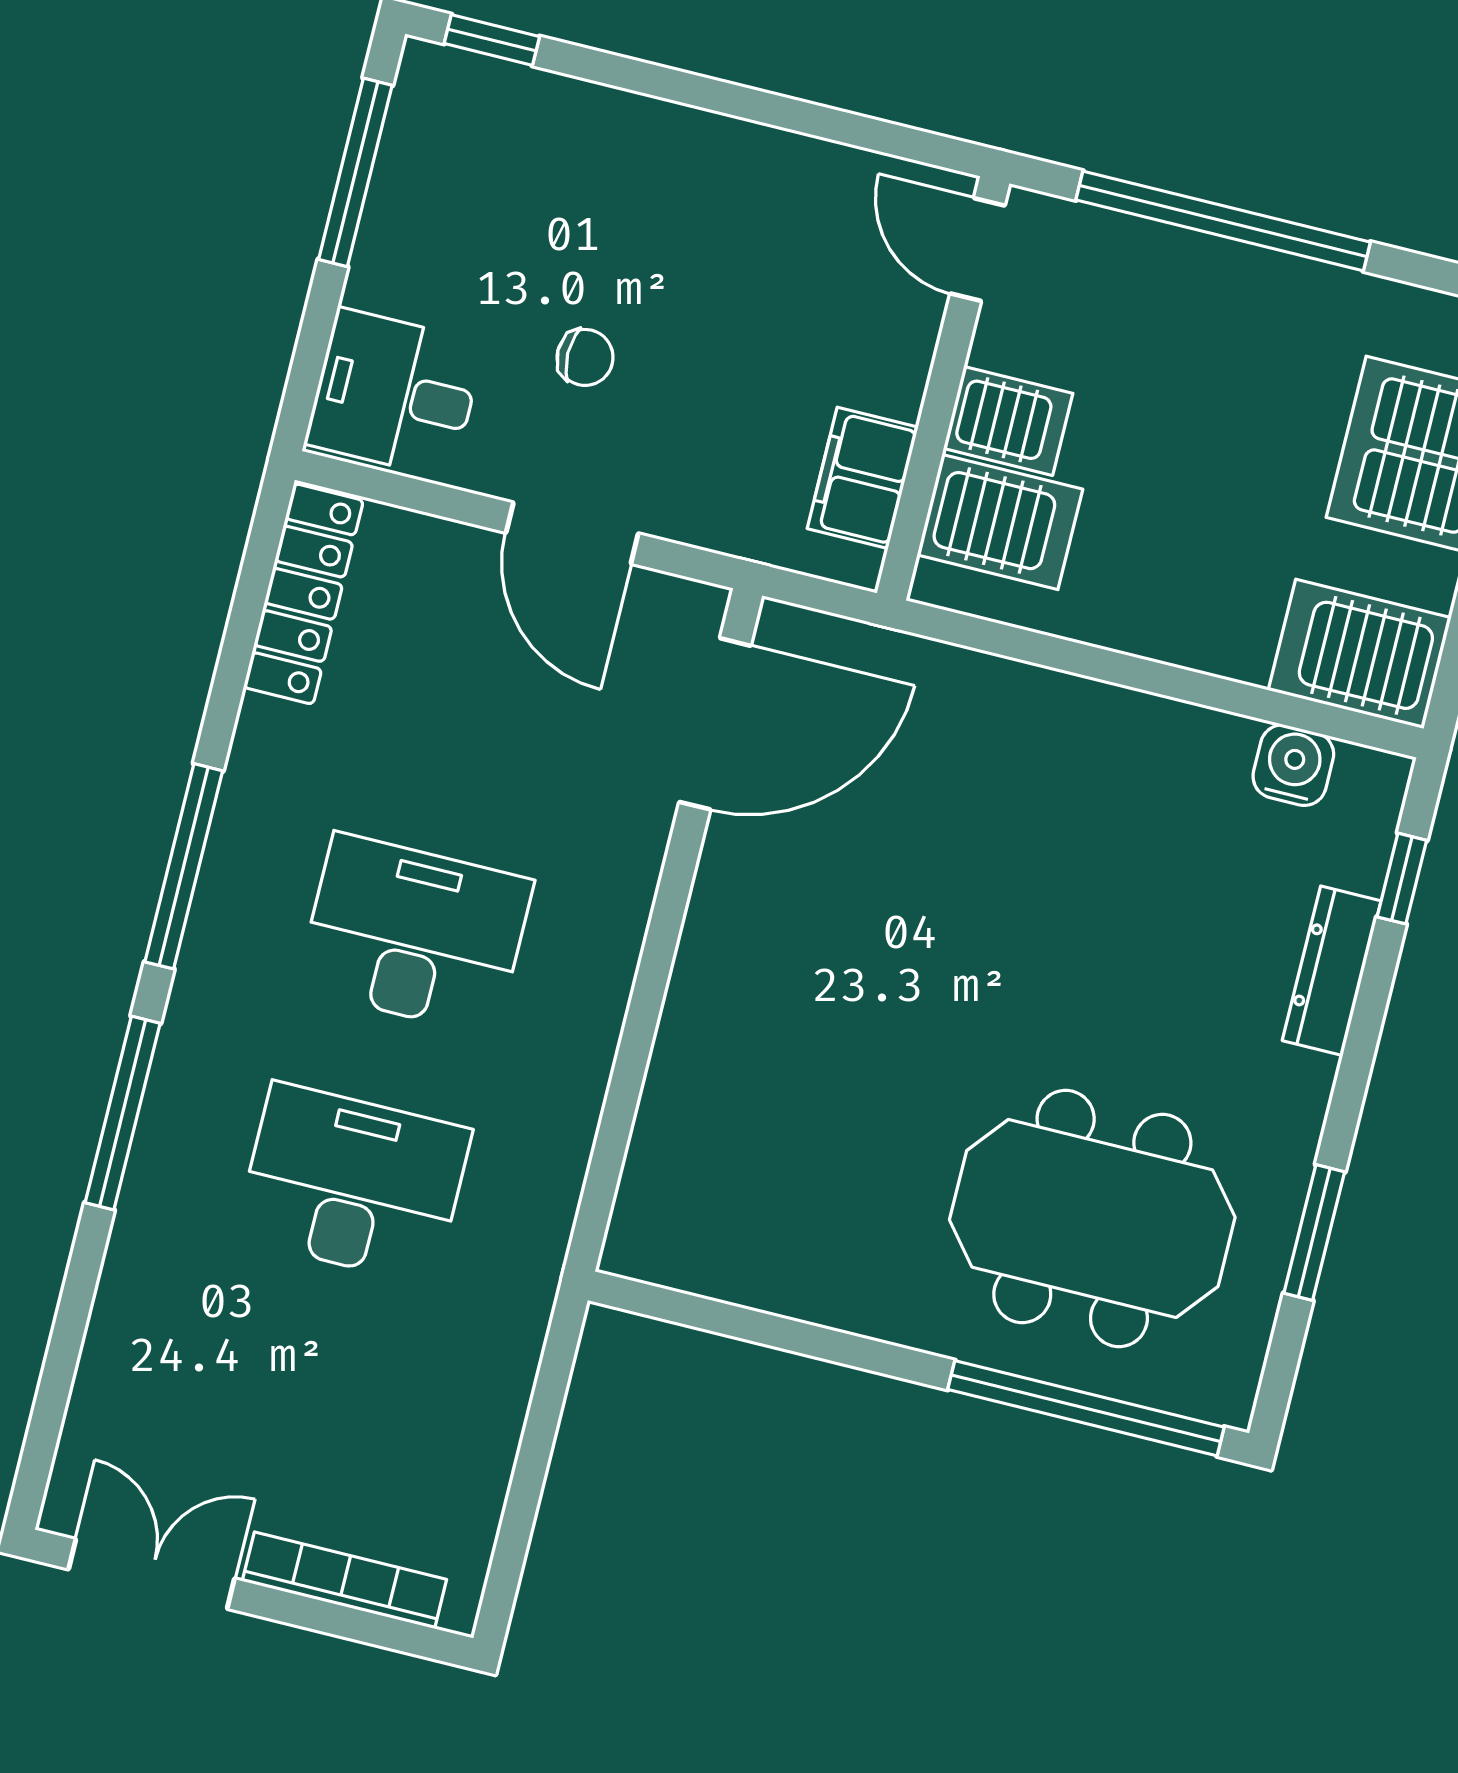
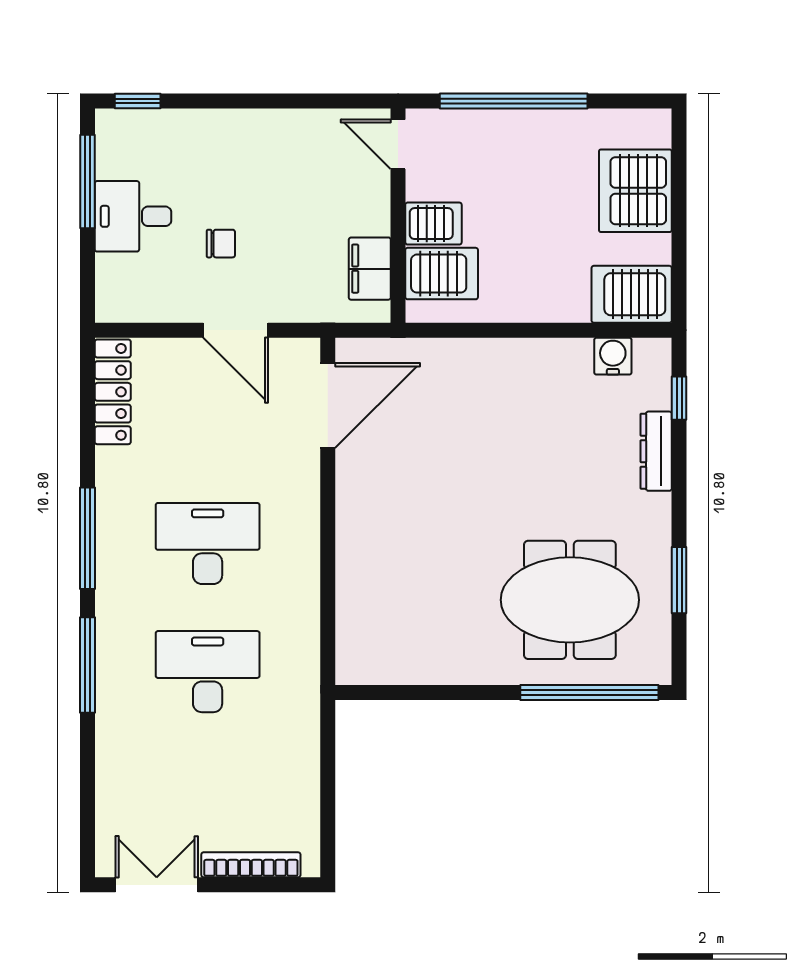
desk: (395, 393) -> (133, 216), moved

